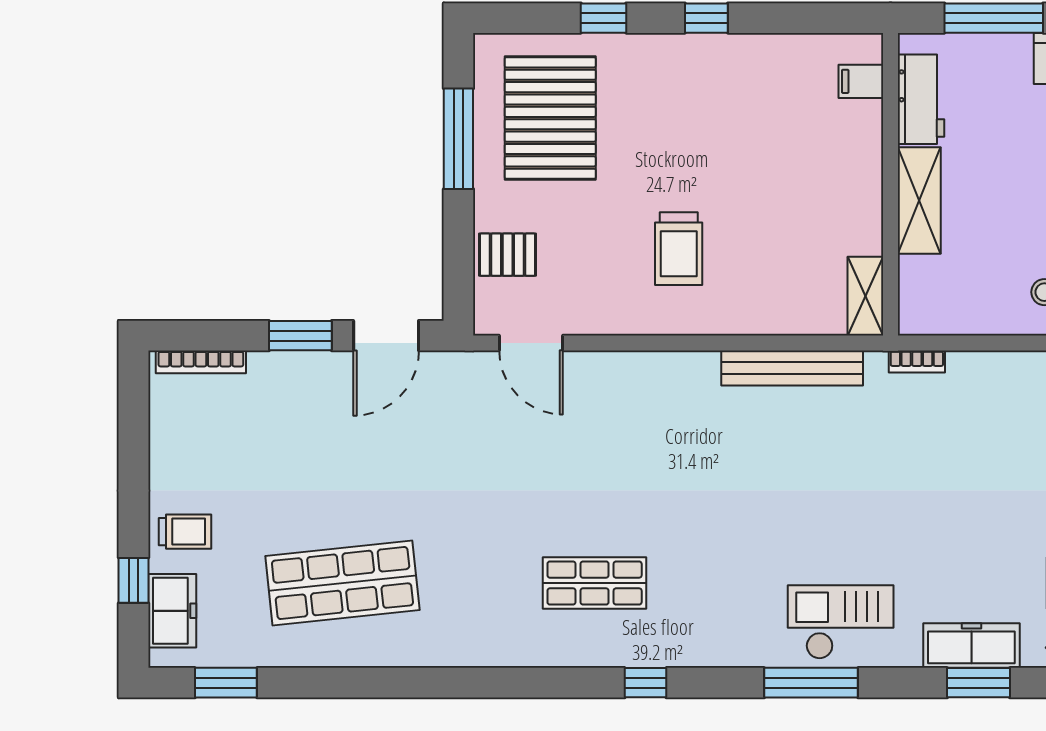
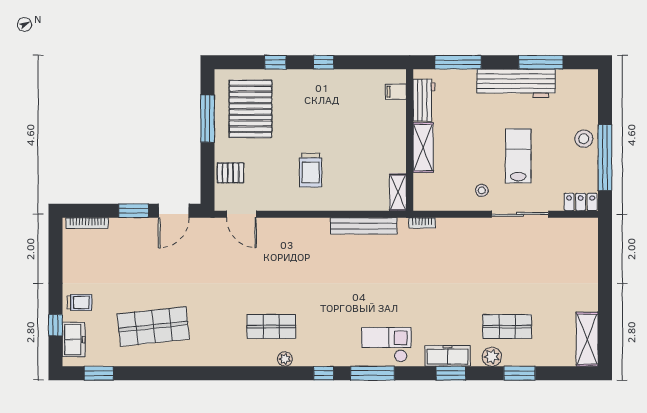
plant: (624, 652) -> (285, 359), added
window: (646, 683) -> (324, 373), moved

